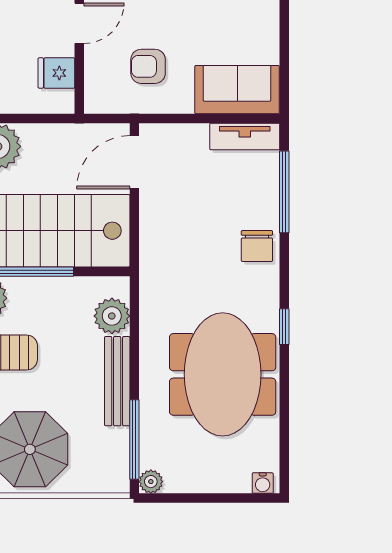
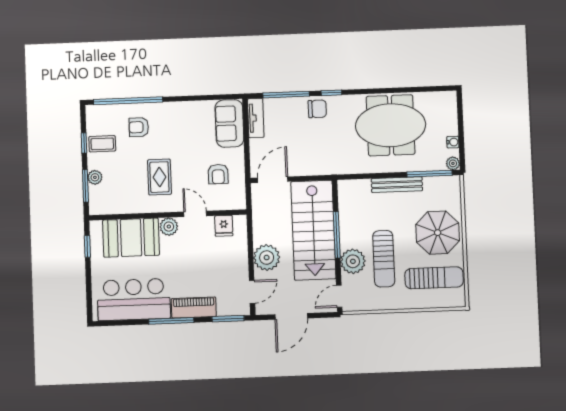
door: (134, 162) -> (273, 180), swing flipped
plant: (112, 316) -> (360, 189), removed
window: (284, 327) -> (331, 93), moved
water cooler: (263, 483) -> (453, 142), moved

